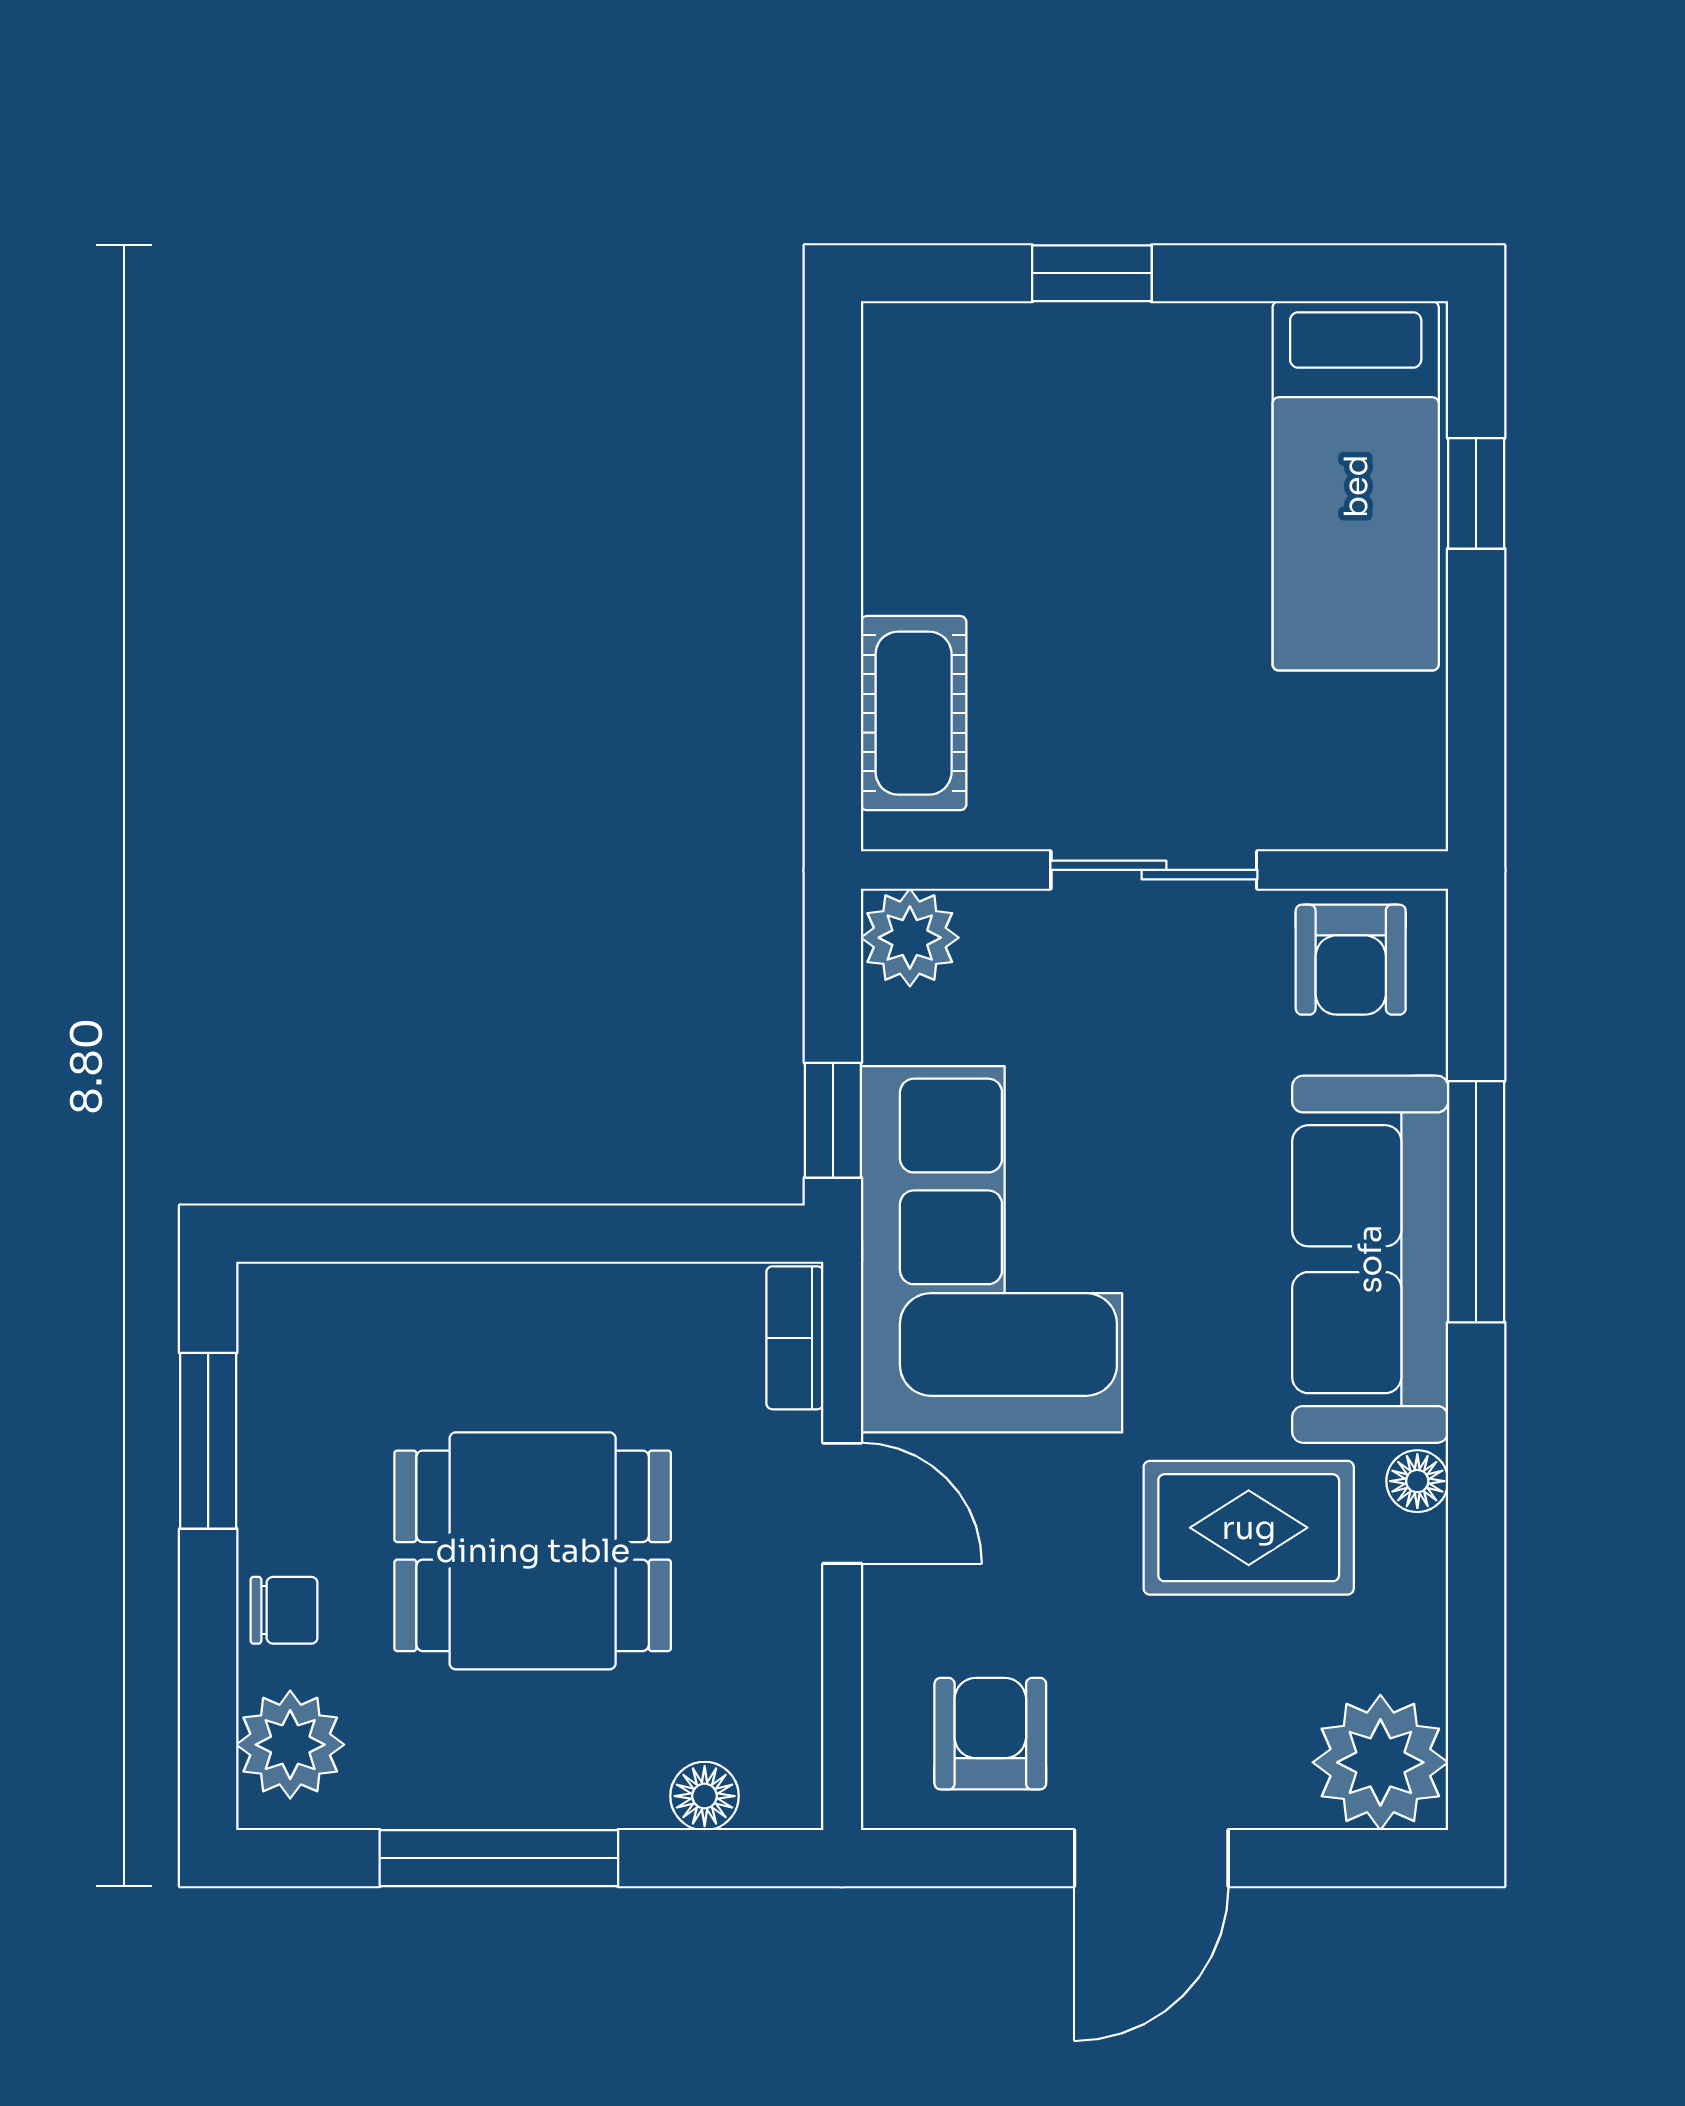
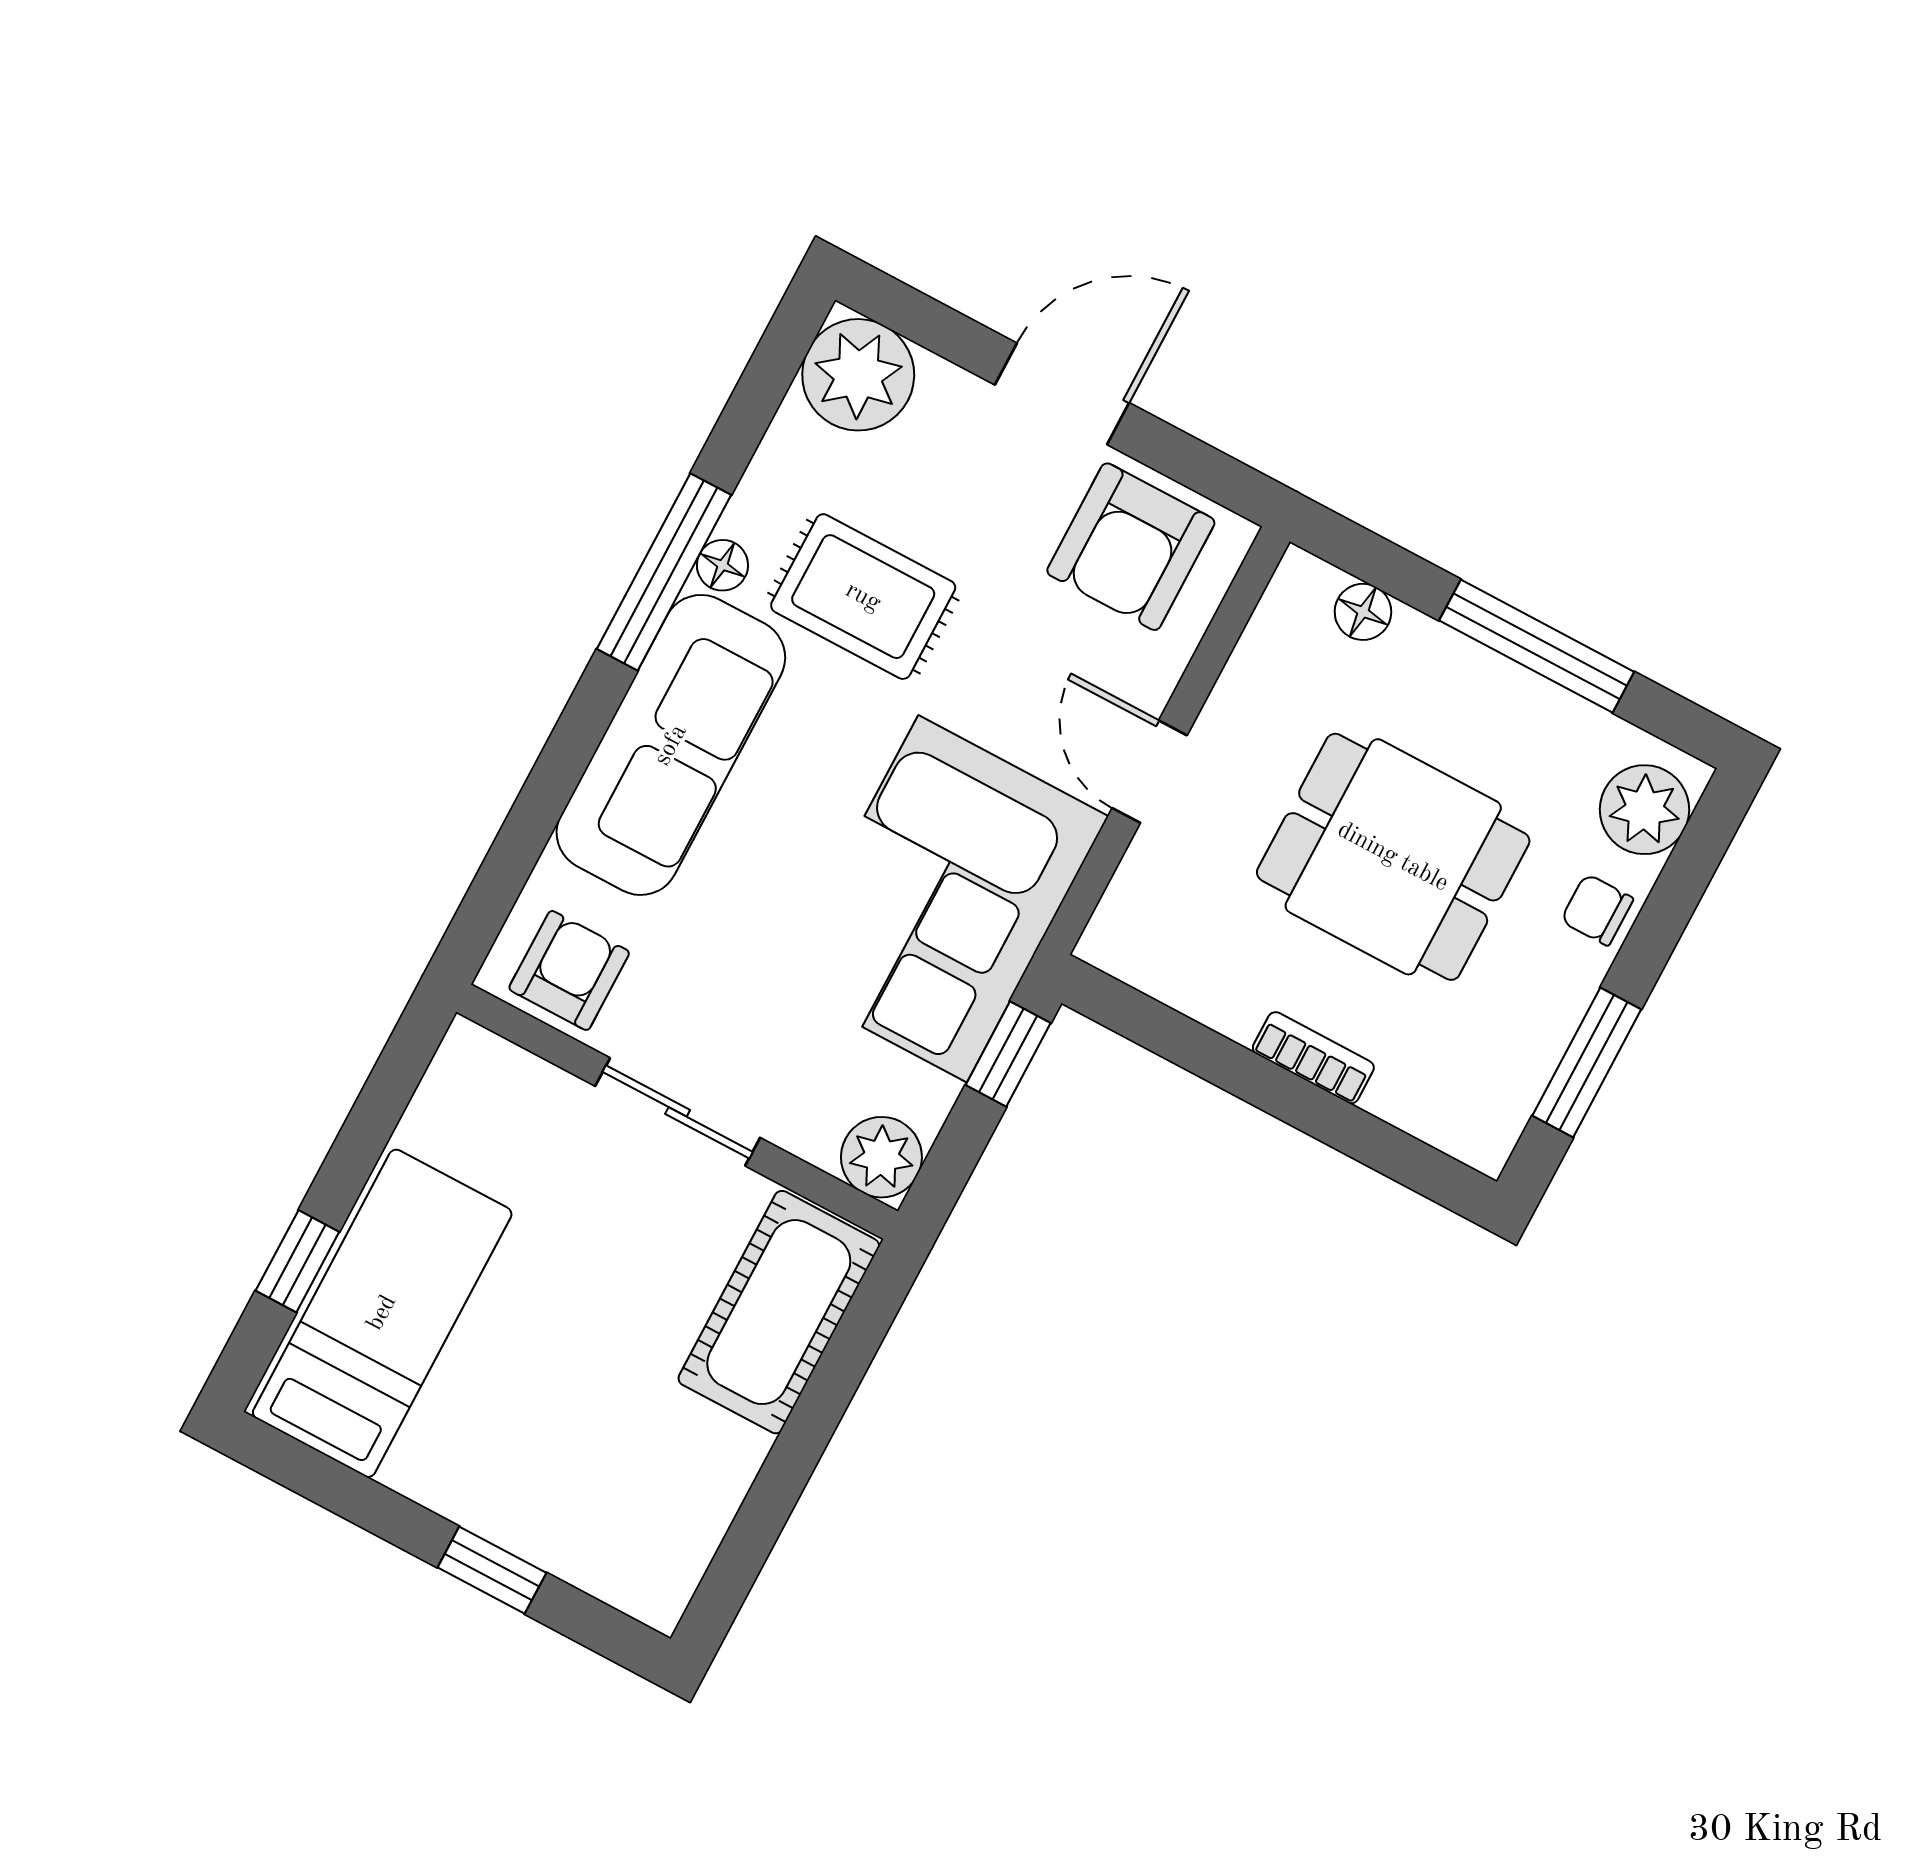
cot: (914, 713) -> (779, 1312), width x1.37, depth x1.34
window: (1476, 1202) -> (664, 572), moved
bookcase: (795, 1338) -> (1313, 1058), moved, turned -90
armchair: (990, 1734) -> (1131, 547), width x1.38, depth x1.38

